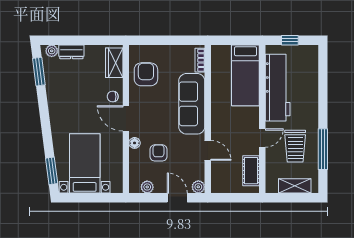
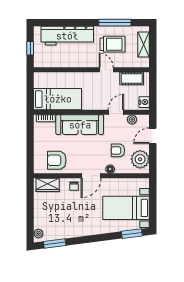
dresser: (71, 52) -> (39, 218), removed
bed: (245, 75) -> (58, 99), moved
workbench: (278, 88) -> (67, 36), moved, turned 180
plant: (147, 187) -> (140, 159), width x1.88, depth x1.88
plant: (198, 187) -> (132, 119), moved
nightstand: (221, 187) -> (144, 102), added

